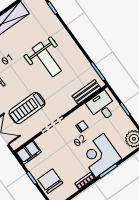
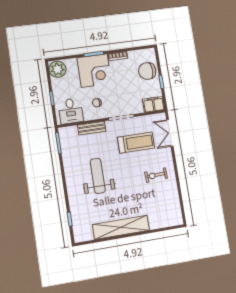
bench: (86, 92) -> (92, 128), moved
chair: (50, 181) -> (147, 71), turned 90

